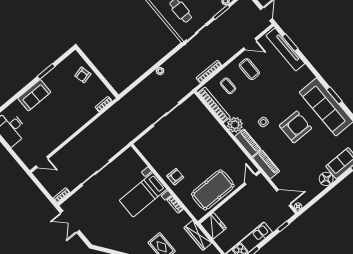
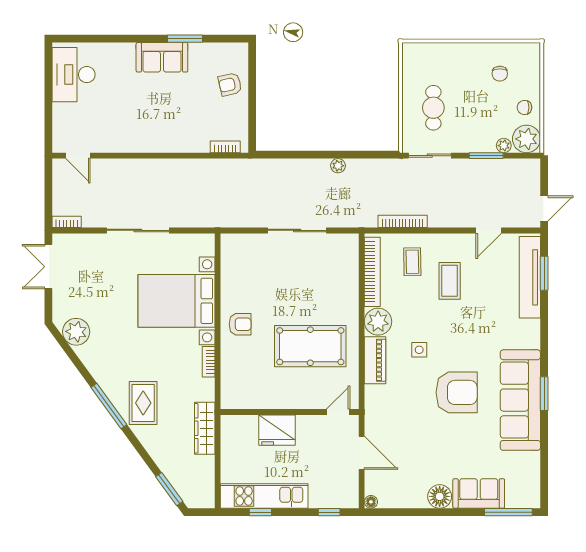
door: (250, 44) -> (489, 230), hinge flipped
coffee table: (249, 69) -> (450, 281), moved
sofa: (34, 95) -> (162, 57), moved
piano: (266, 164) -> (375, 410), removed
pool table: (213, 190) -> (310, 346), moved
bed with nightstands: (143, 195) -> (176, 301), width x1.36
door: (284, 198) -> (362, 453), moved
fridge: (213, 226) -> (277, 430), moved, turned 90
plant: (106, 240) -> (76, 332), added

